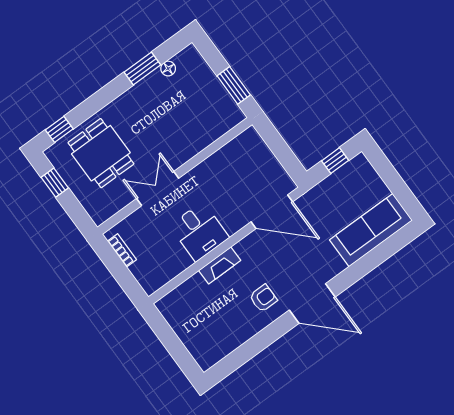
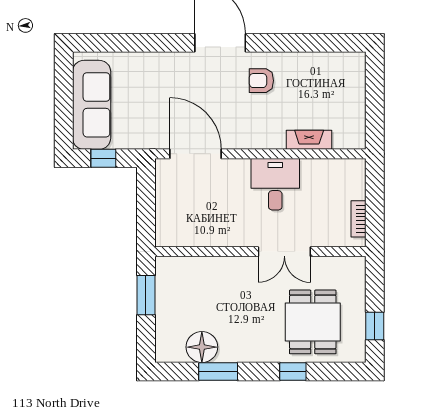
floor lamp: (168, 69) -> (202, 347), width x1.89, depth x1.89
window: (59, 129) -> (293, 372), moved
sofa: (371, 230) -> (92, 105), moved, turned -90
fireplace: (220, 265) -> (309, 140), moved

